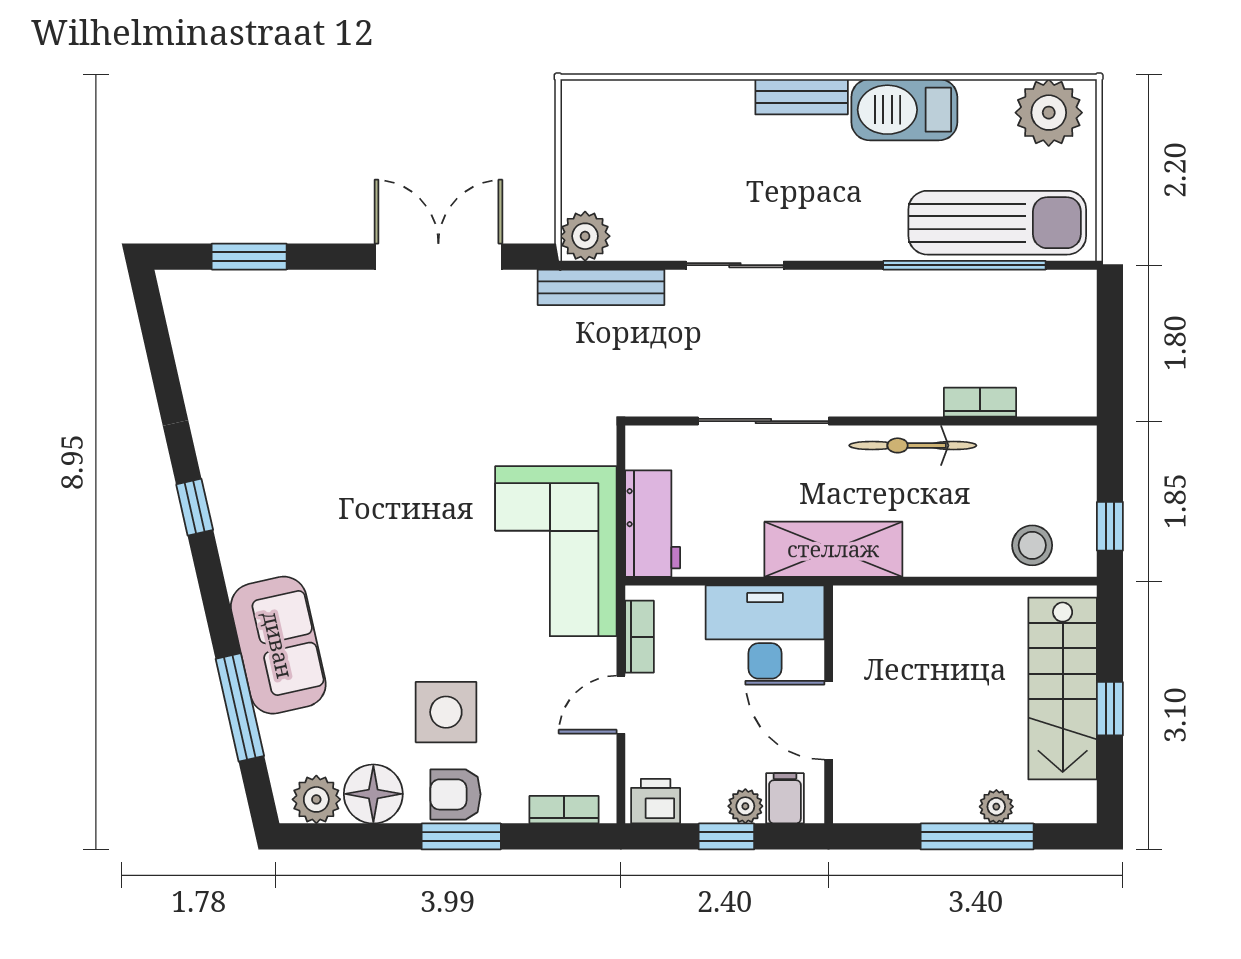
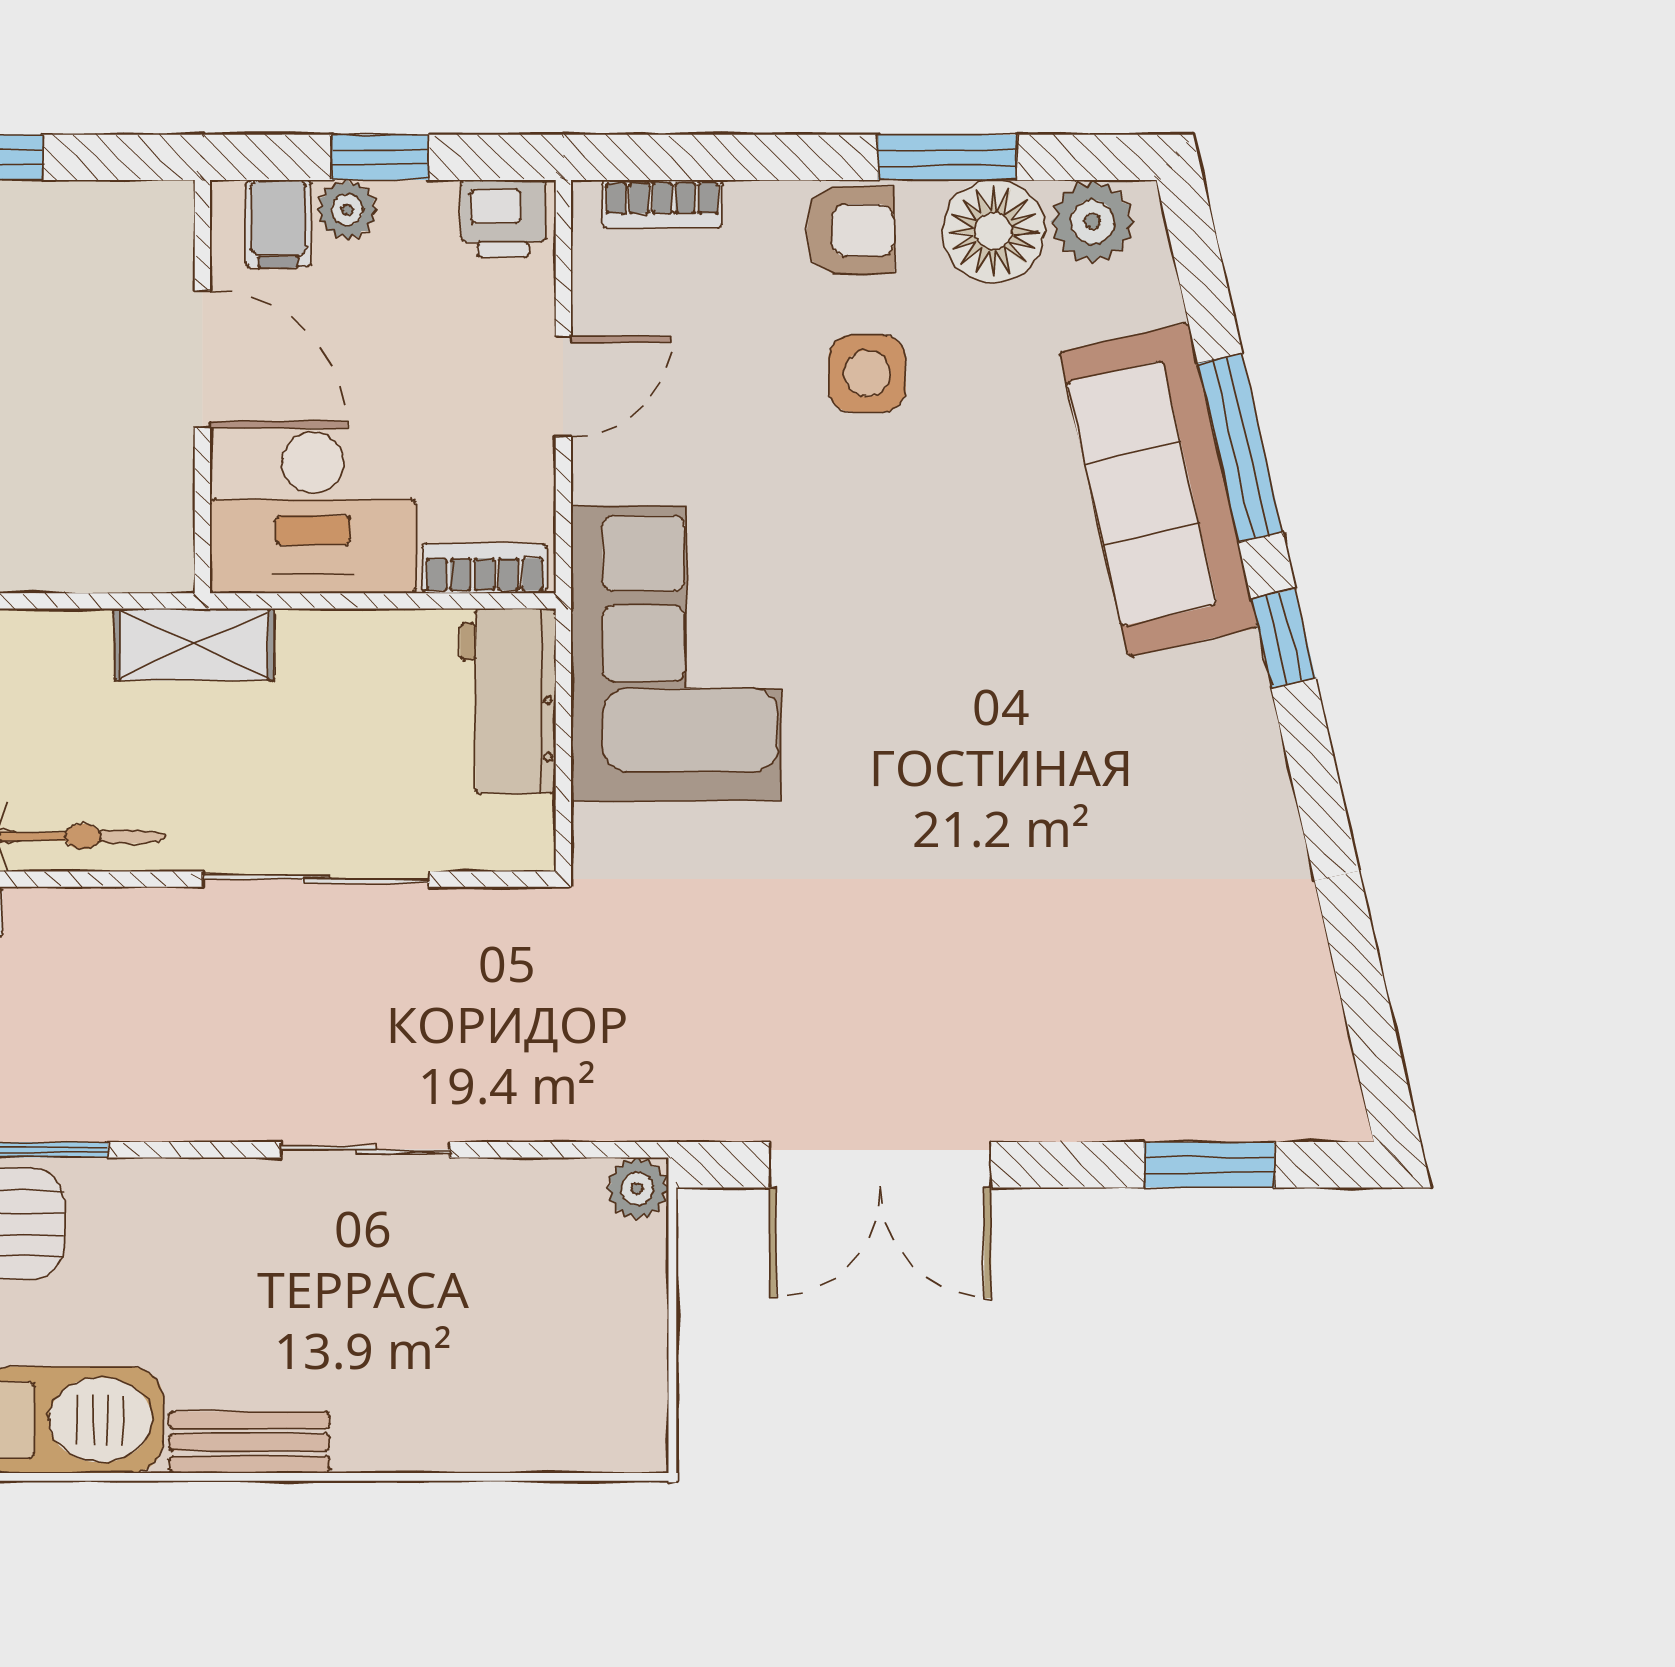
plant: (585, 236) -> (637, 1189), width x0.73, depth x0.73
bench: (601, 287) -> (598, 1111), removed
window: (195, 507) -> (1283, 638), moved
shelving: (833, 549) -> (194, 644), width x0.67, depth x0.75
bookcase: (640, 637) -> (484, 568), moved, turned 90
sofa: (278, 645) -> (1159, 490), width x1.36
window: (240, 707) -> (1240, 448), moved
side table: (446, 712) -> (867, 373), width x0.73, depth x0.73
window: (461, 836) -> (947, 157), moved

